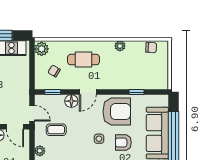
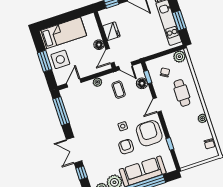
door: (88, 92) -> (157, 105), hinge flipped
floor lamp: (71, 101) -> (142, 83), moved
armchair: (117, 112) -> (149, 133), turned 180
door: (32, 113) -> (125, 66), hinge flipped

